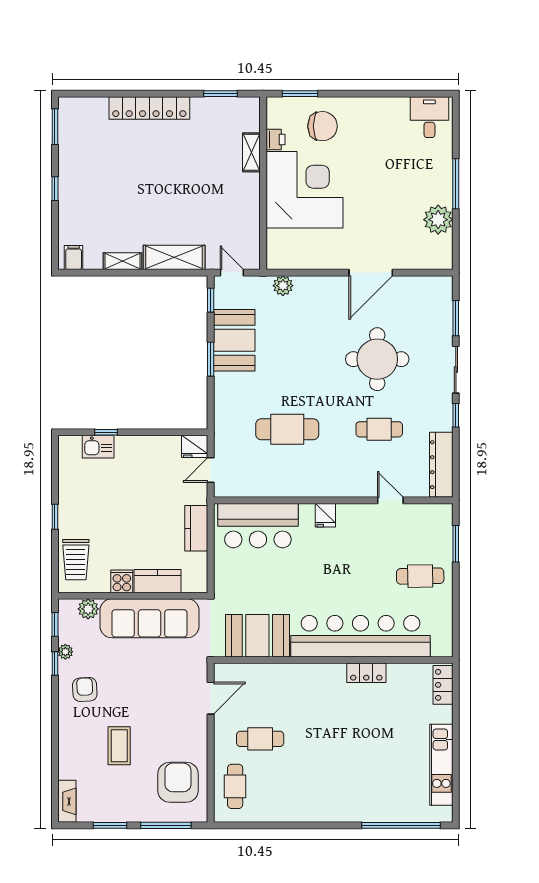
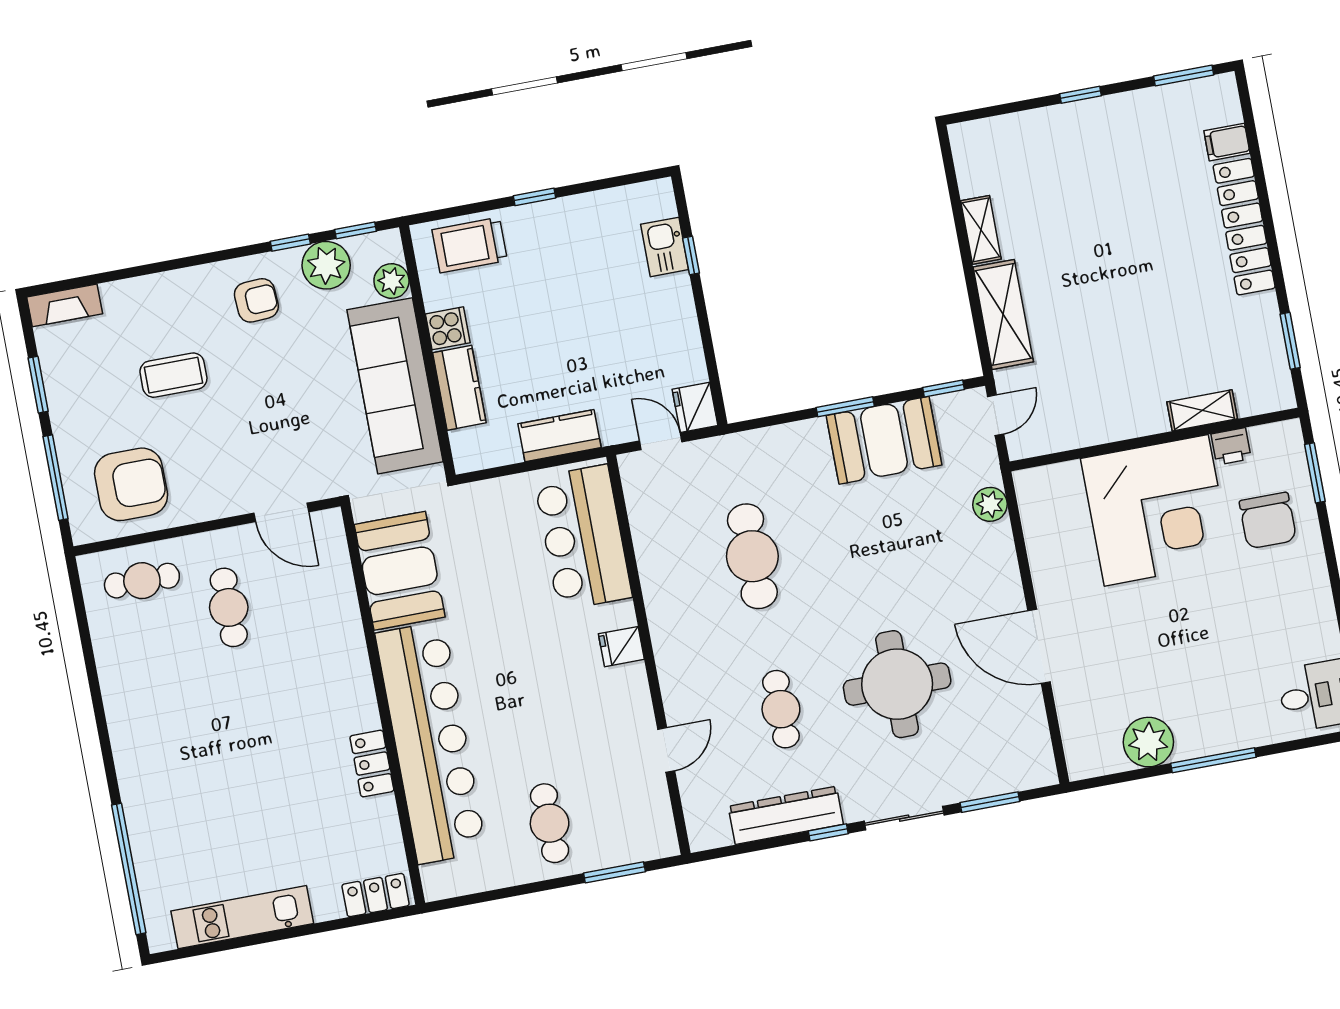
filing cabinet: (74, 258) -> (1227, 142), moved, turned 180
dresser: (441, 465) -> (786, 815), moved
plant: (65, 652) -> (326, 265), width x1.88, depth x1.88

